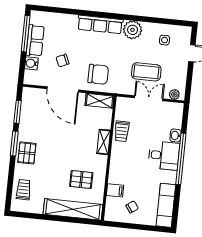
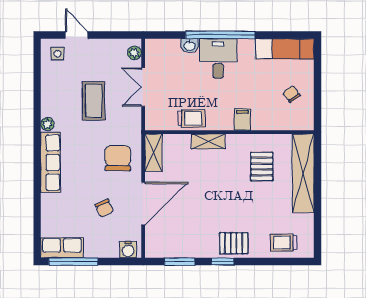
plant: (133, 30) -> (47, 124), width x0.53, depth x0.53
side table: (165, 40) -> (58, 54), moved
row of seats: (35, 41) -> (62, 248), moved
water cooler: (31, 63) -> (128, 250), moved
coffee table: (146, 72) -> (94, 101), moved
window: (14, 144) -> (223, 262), width x0.67
filing cabinet: (115, 190) -> (242, 119), moved

